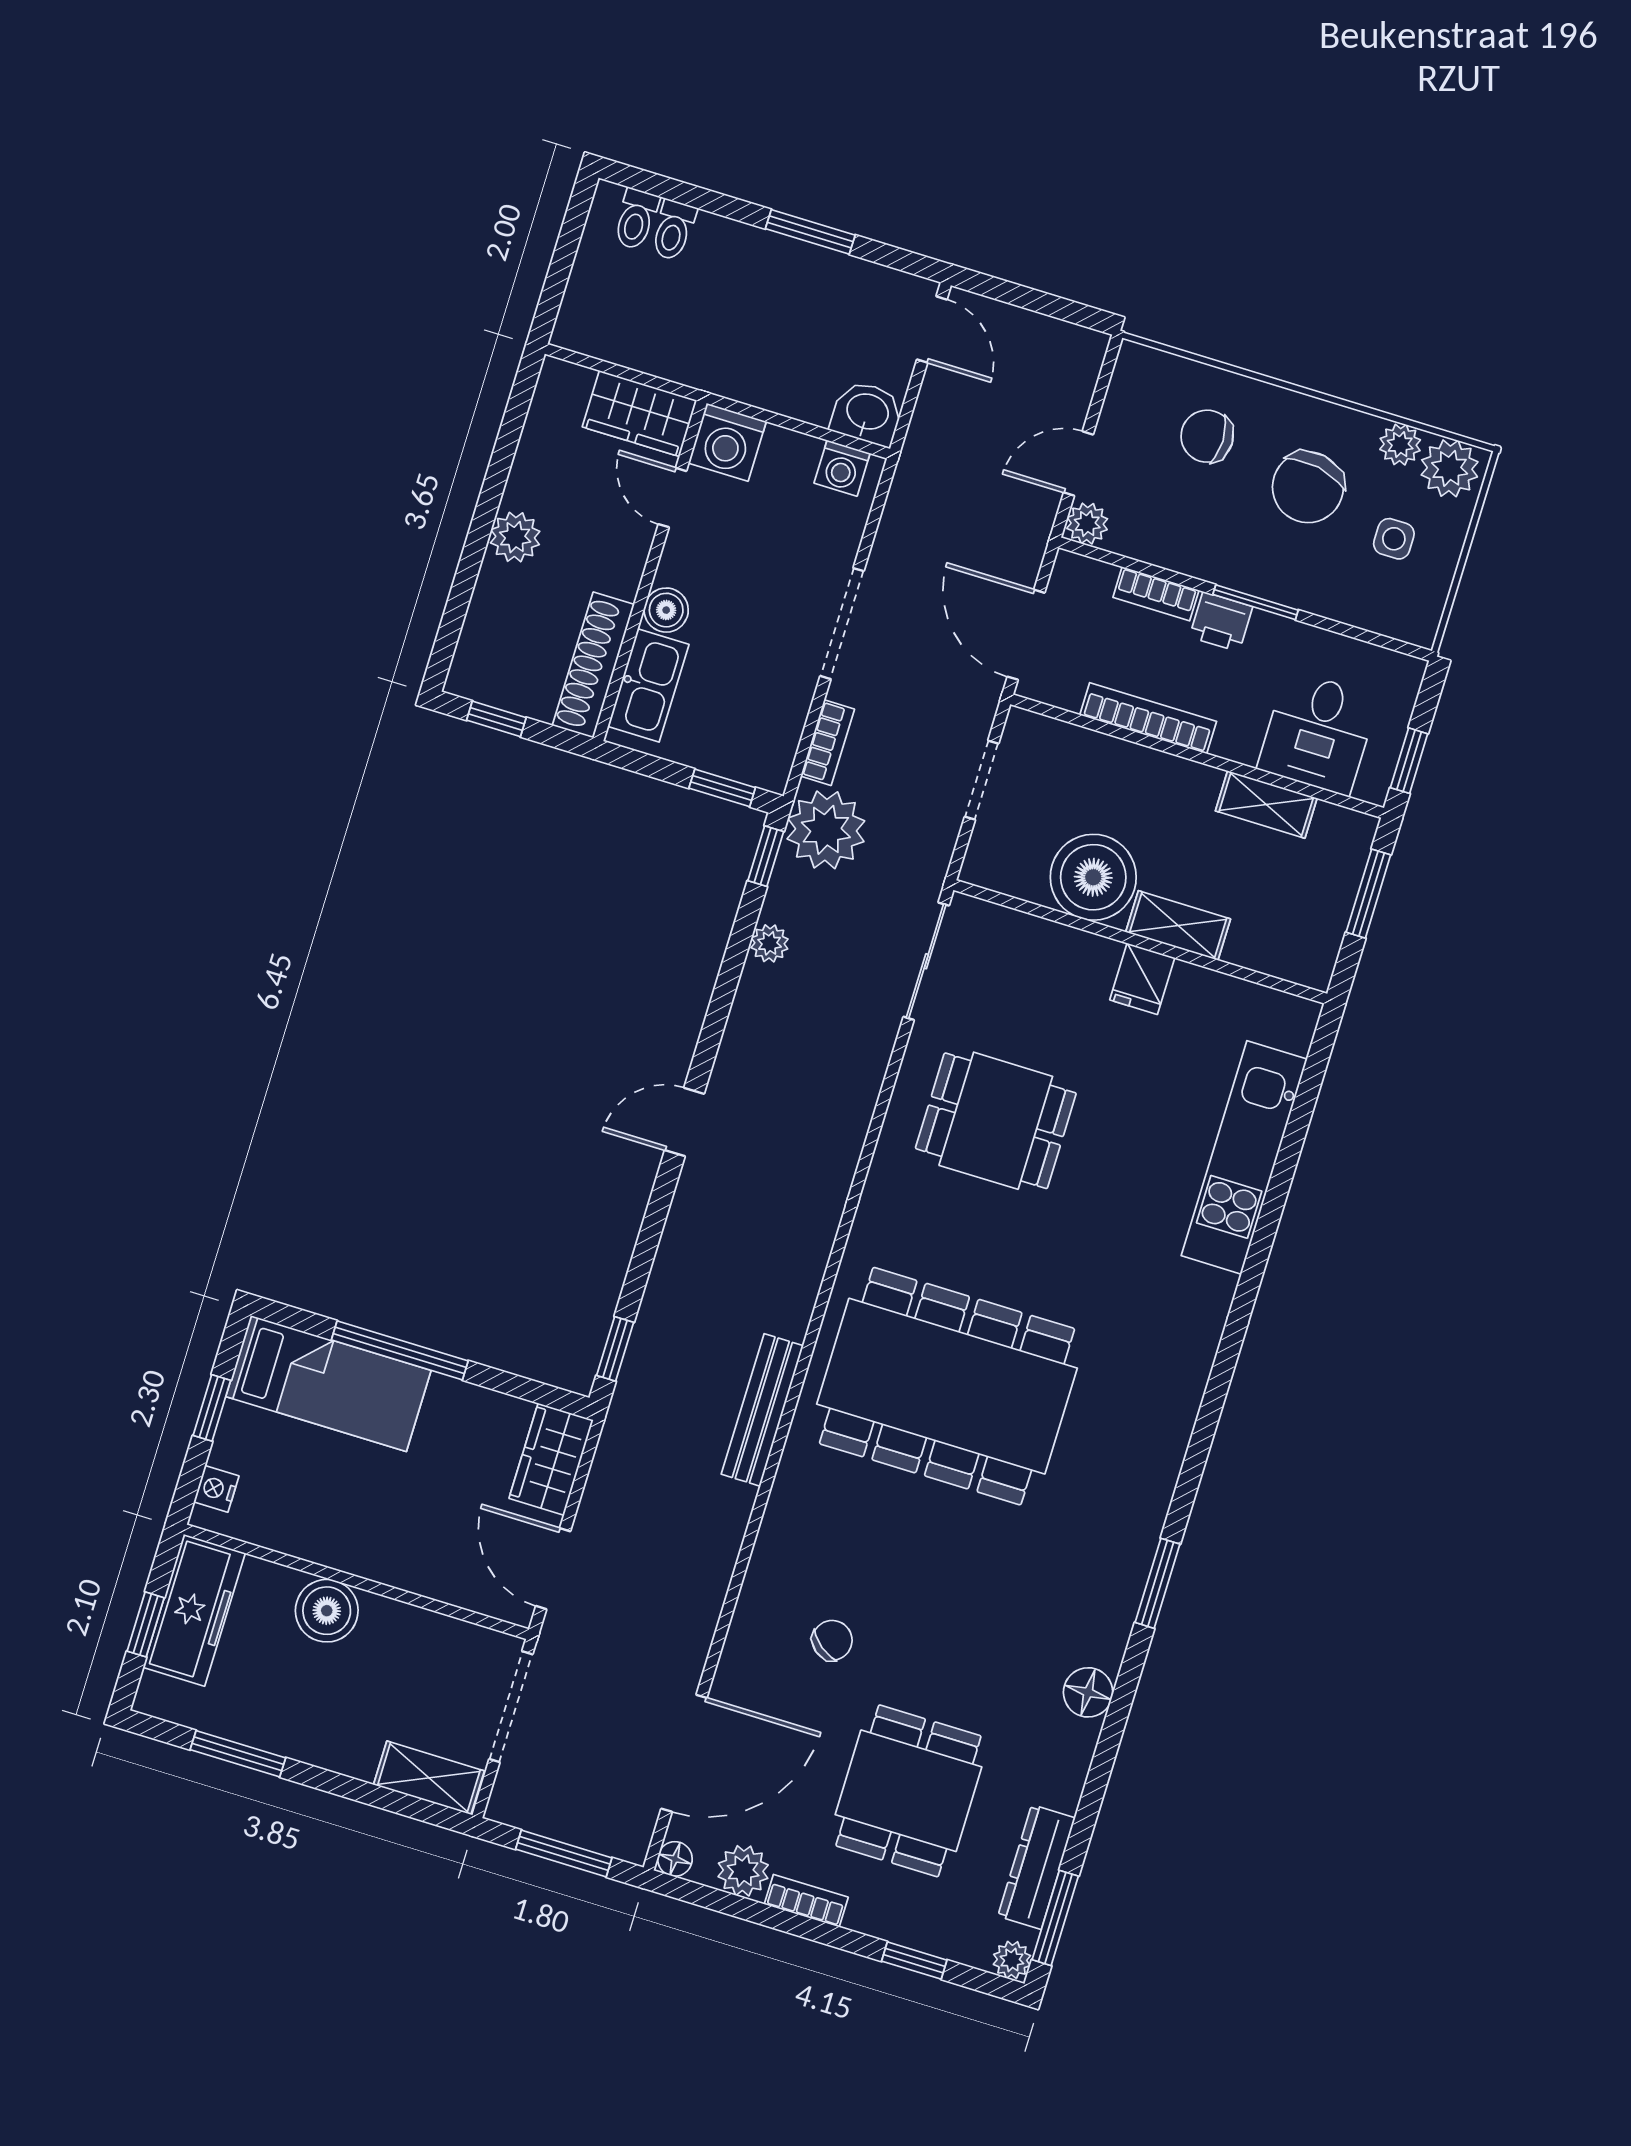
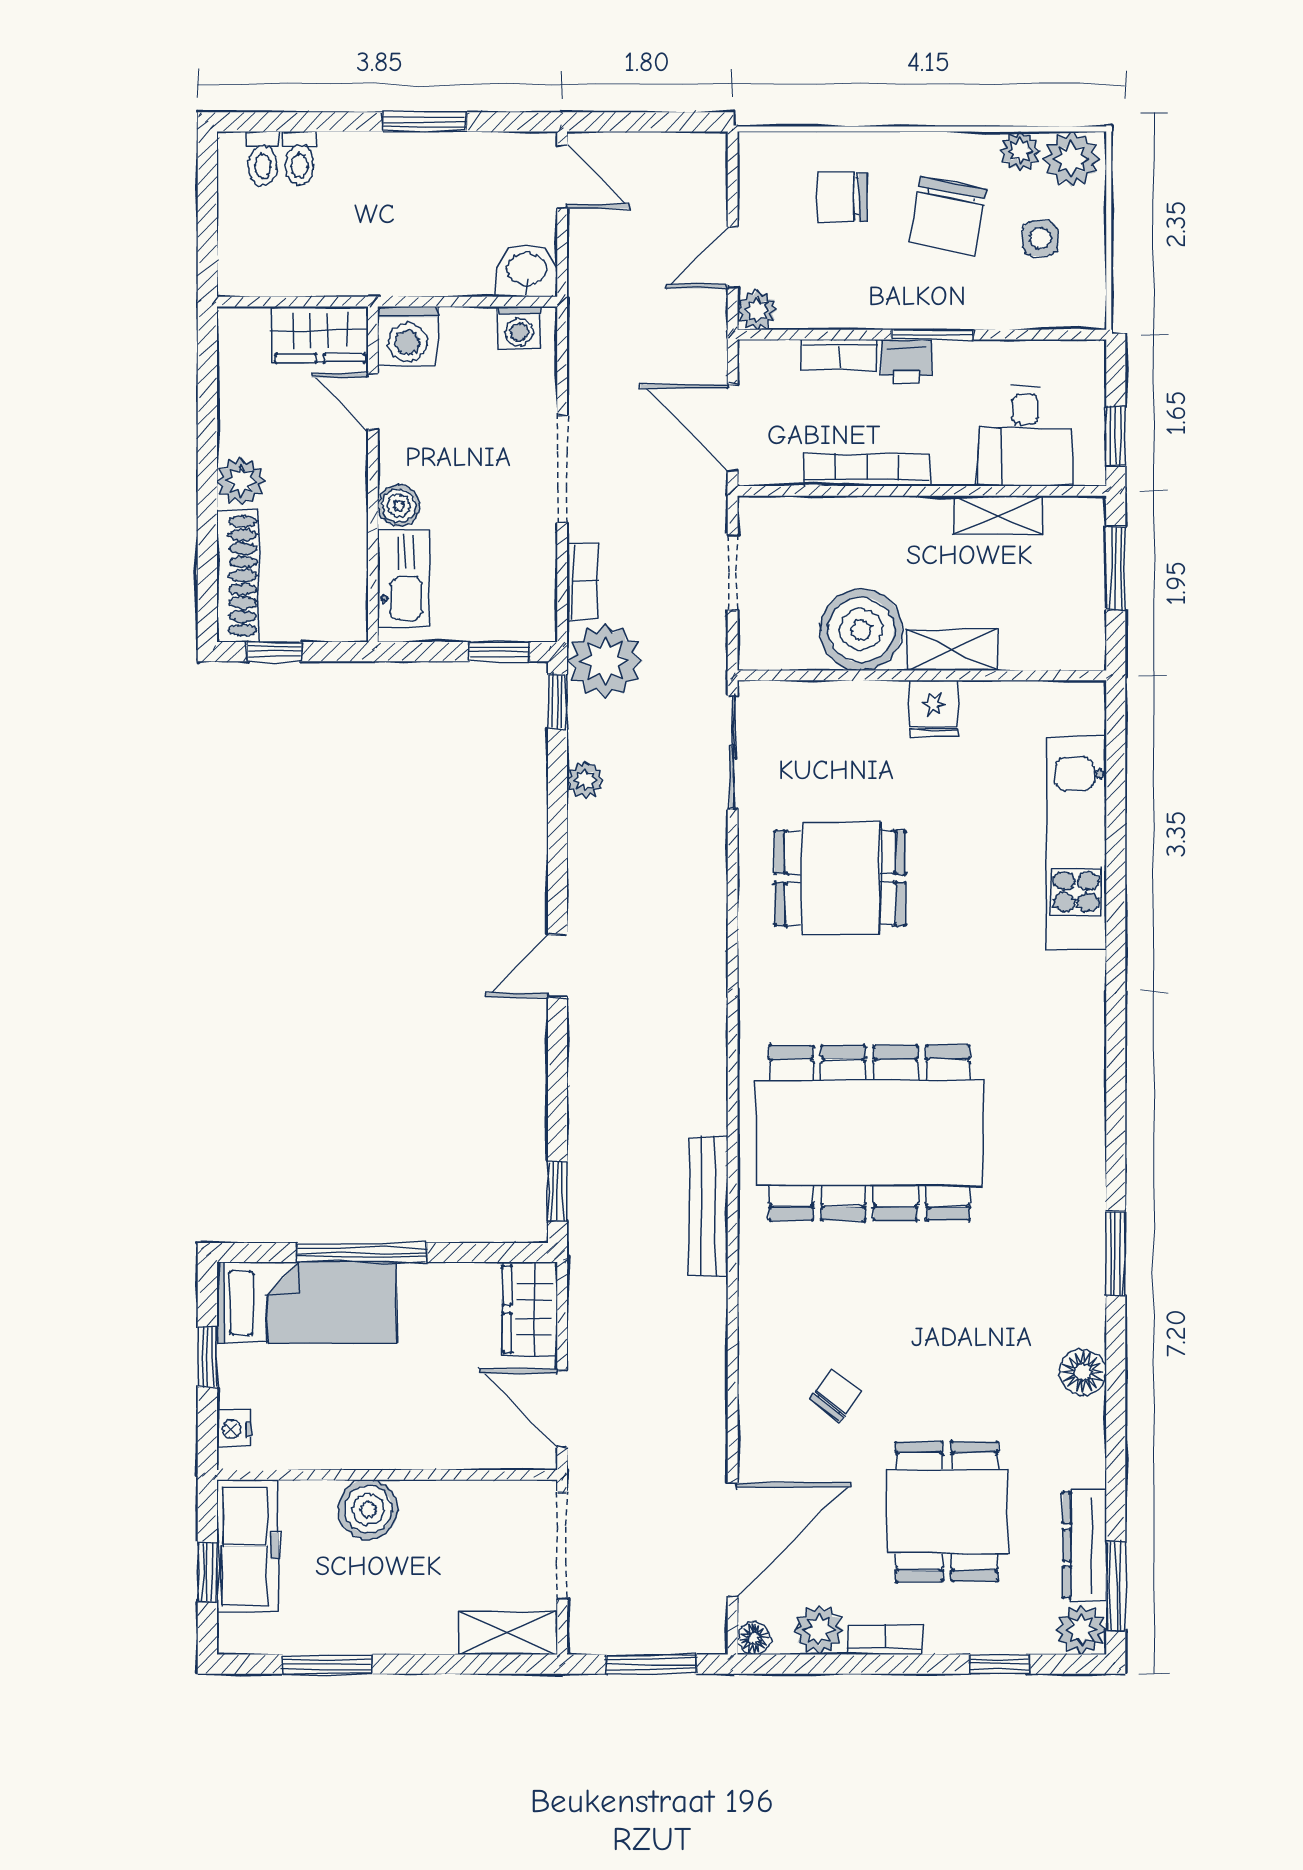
shoe rack: (593, 665) -> (237, 576), moved, turned 180
plant: (1012, 1960) -> (1081, 1630), width x1.38, depth x1.38

